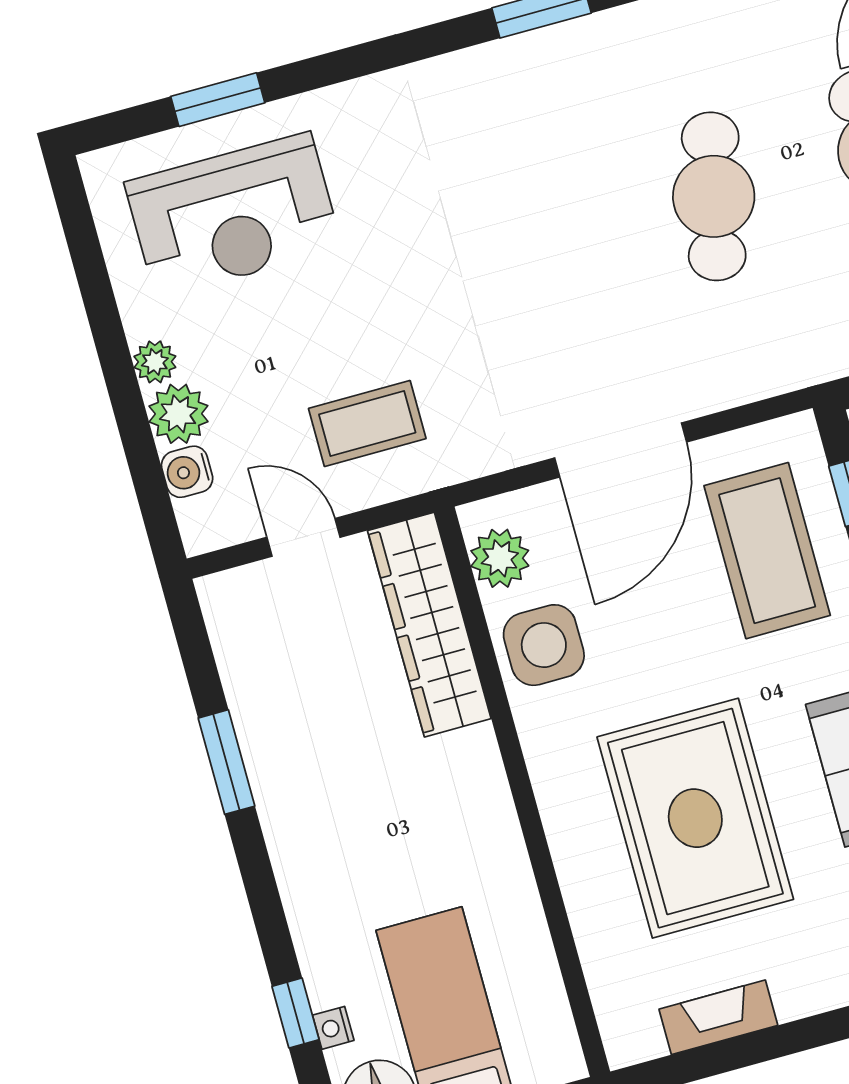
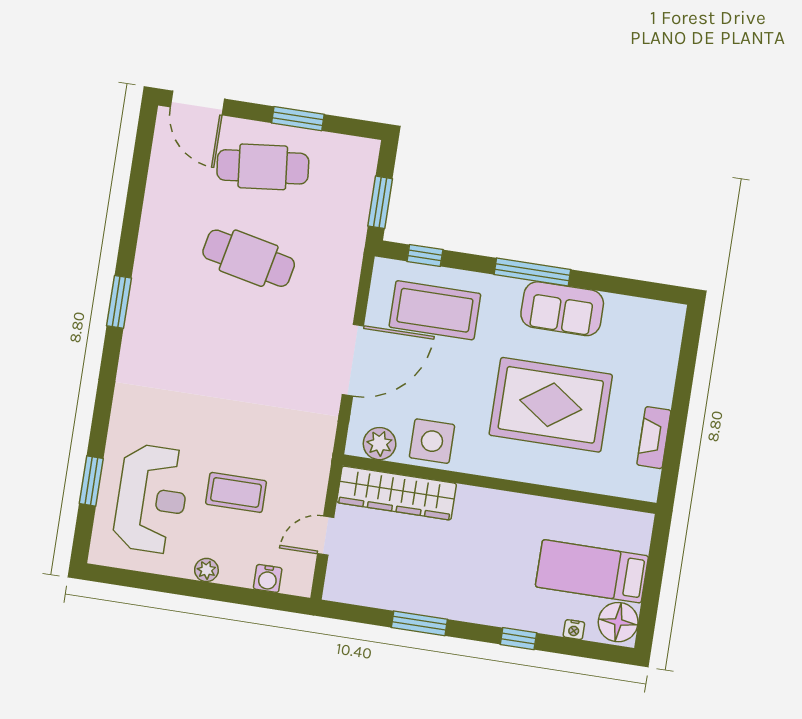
plant: (178, 414) -> (237, 570), removed
coffee table: (367, 423) -> (236, 492), moved, turned 90
door: (621, 450) -> (353, 360), hinge flipped
window: (296, 1013) -> (518, 639), moved

